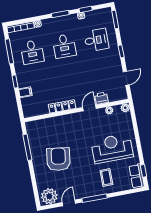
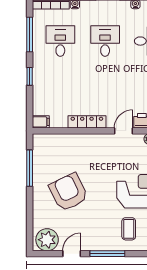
desk: (64, 46) -> (105, 41), turned 180
desk: (32, 52) -> (60, 41), turned 180
filing cabinet: (25, 92) -> (41, 122), moved
armchair: (58, 159) -> (69, 192), turned -34

